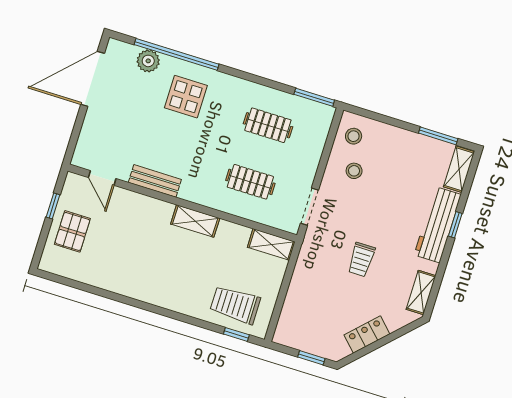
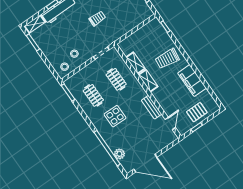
display table: (186, 97) -> (115, 116), moved
shelving: (271, 244) -> (135, 63), moved
filing cabinet: (121, 278) -> (192, 81), added
trolley: (235, 305) -> (167, 59), moved, turned 97

